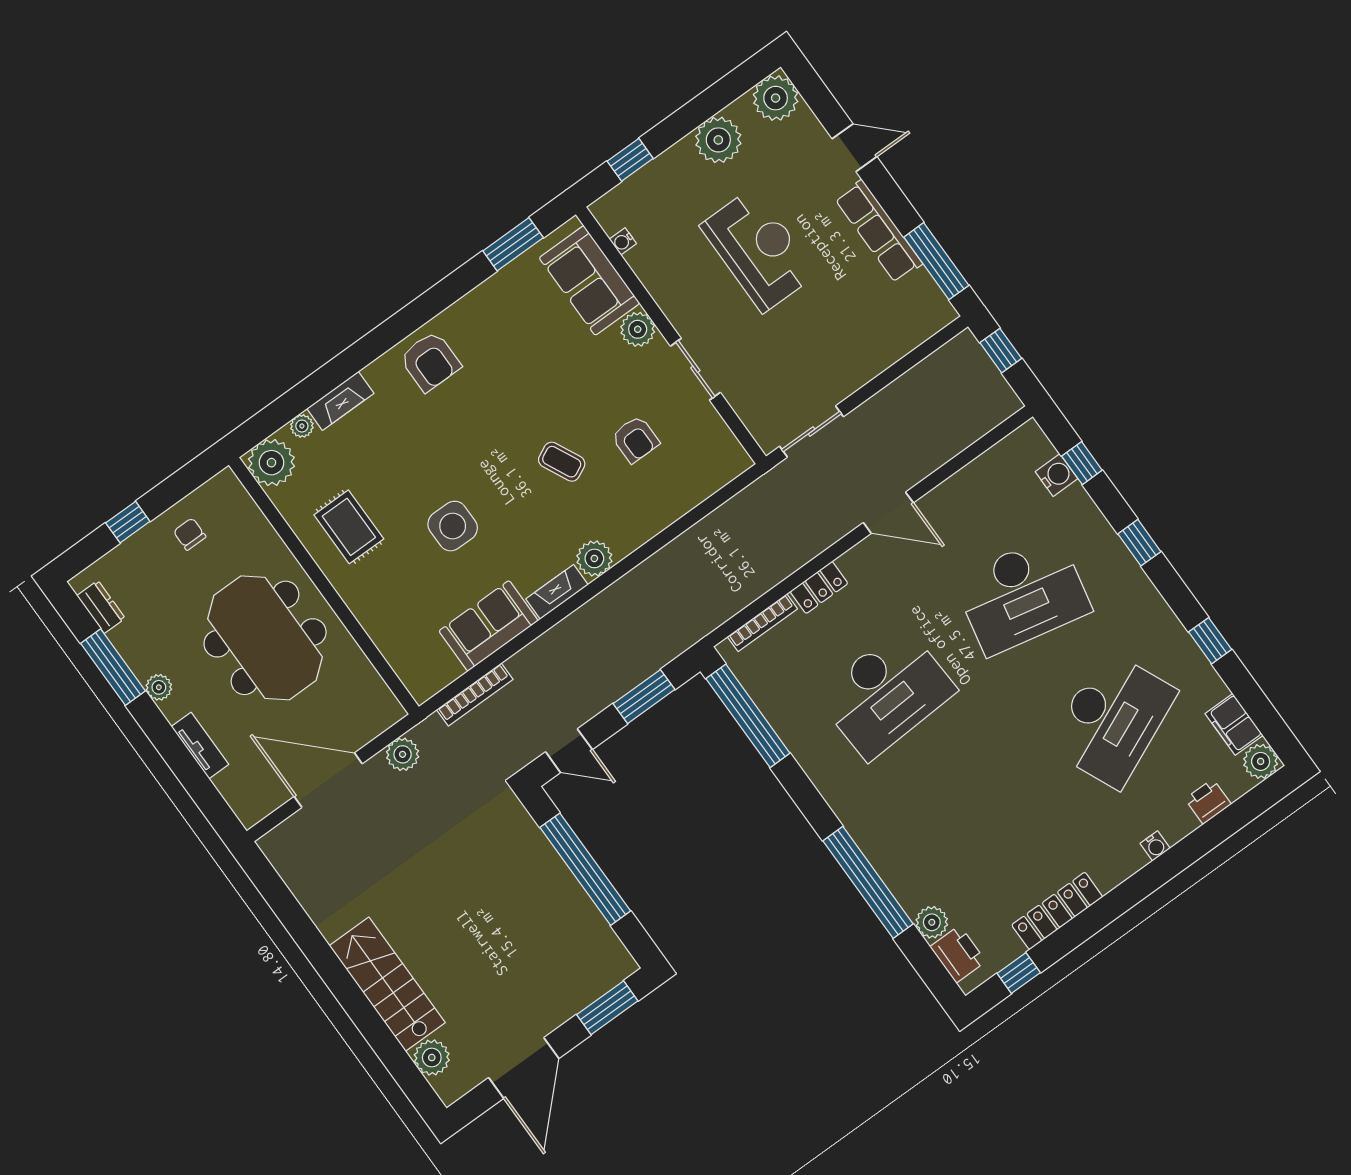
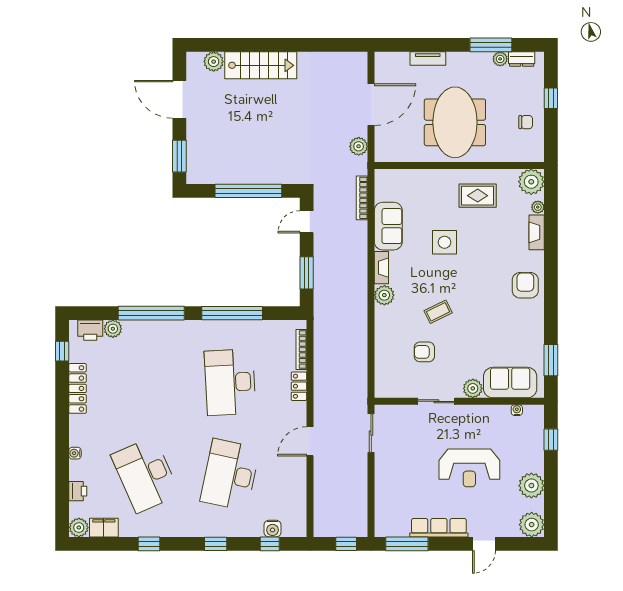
armchair: (430, 361) -> (525, 285), turned 90
meeting table: (265, 638) -> (455, 122), turned 90
plant: (159, 687) -> (500, 59), moved
window: (748, 716) -> (232, 313), moved

